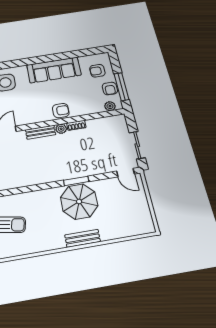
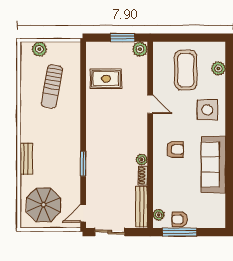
armchair: (97, 71) -> (204, 211), removed
armchair: (61, 111) -> (175, 149), moved, turned -90
bench: (41, 132) -> (142, 207), moved, width x1.36
parasol: (79, 201) -> (43, 205), moved

